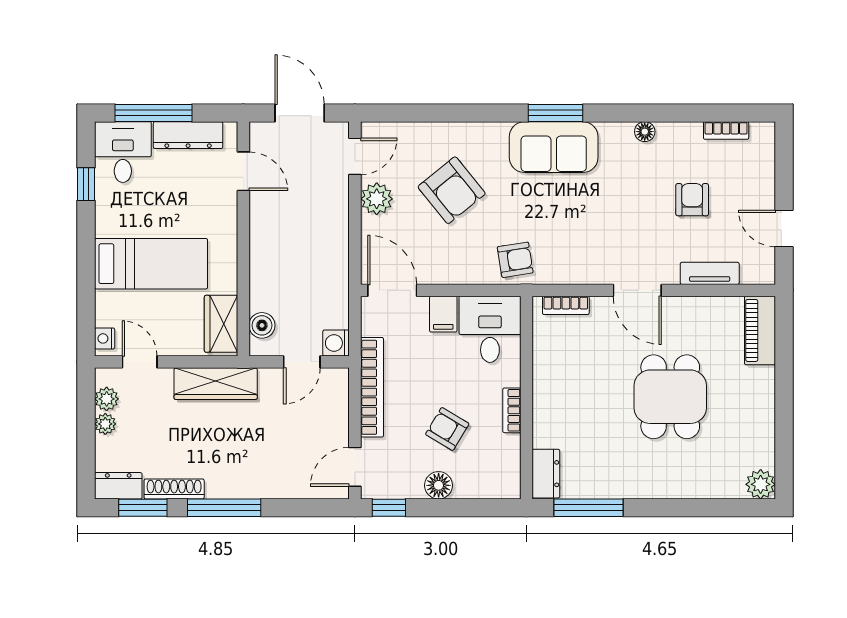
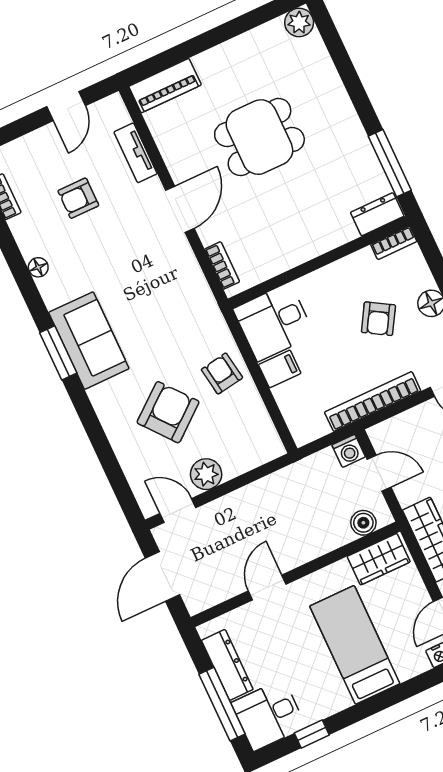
door: (243, 171) -> (267, 587), moved
armchair: (515, 260) -> (222, 374), moved
door: (392, 290) -> (280, 423), removed
bookcase: (512, 410) -> (394, 243), moved

